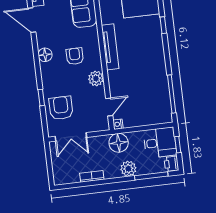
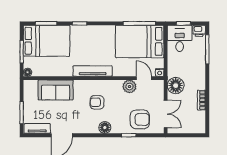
floor lamp: (45, 55) -> (105, 128), moved
plant: (96, 78) -> (129, 87), moved
bed: (151, 97) -> (140, 41), added
armchair: (61, 108) -> (140, 119), turned 180
floor lamp: (119, 143) -> (176, 86), moved
plant: (128, 169) -> (199, 68), removed

